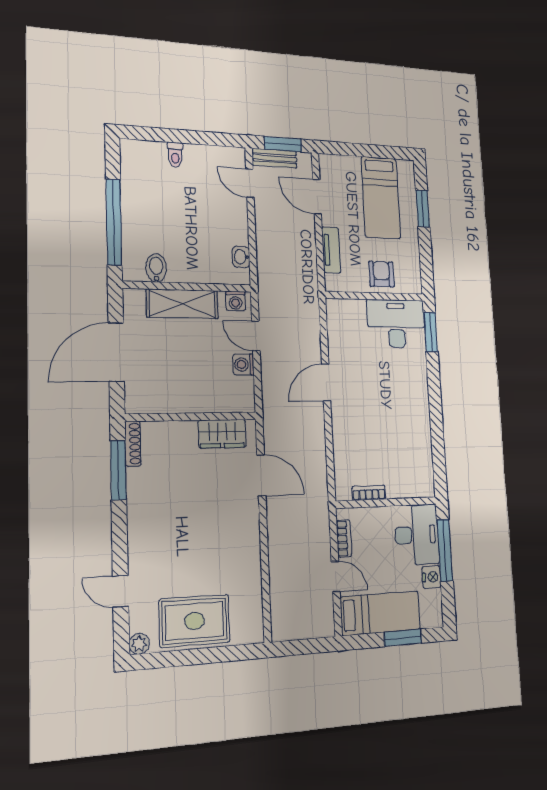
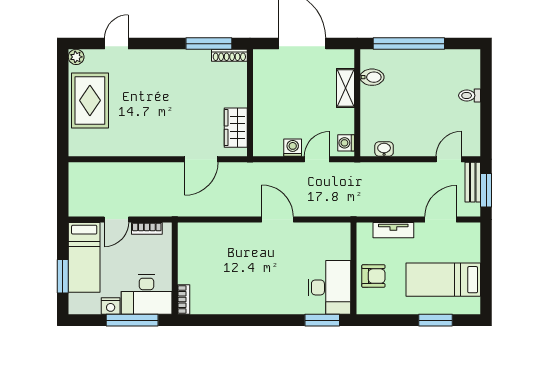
shelving: (182, 304) -> (346, 88), width x0.67, depth x0.75
bookcase: (369, 493) -> (184, 300), moved

